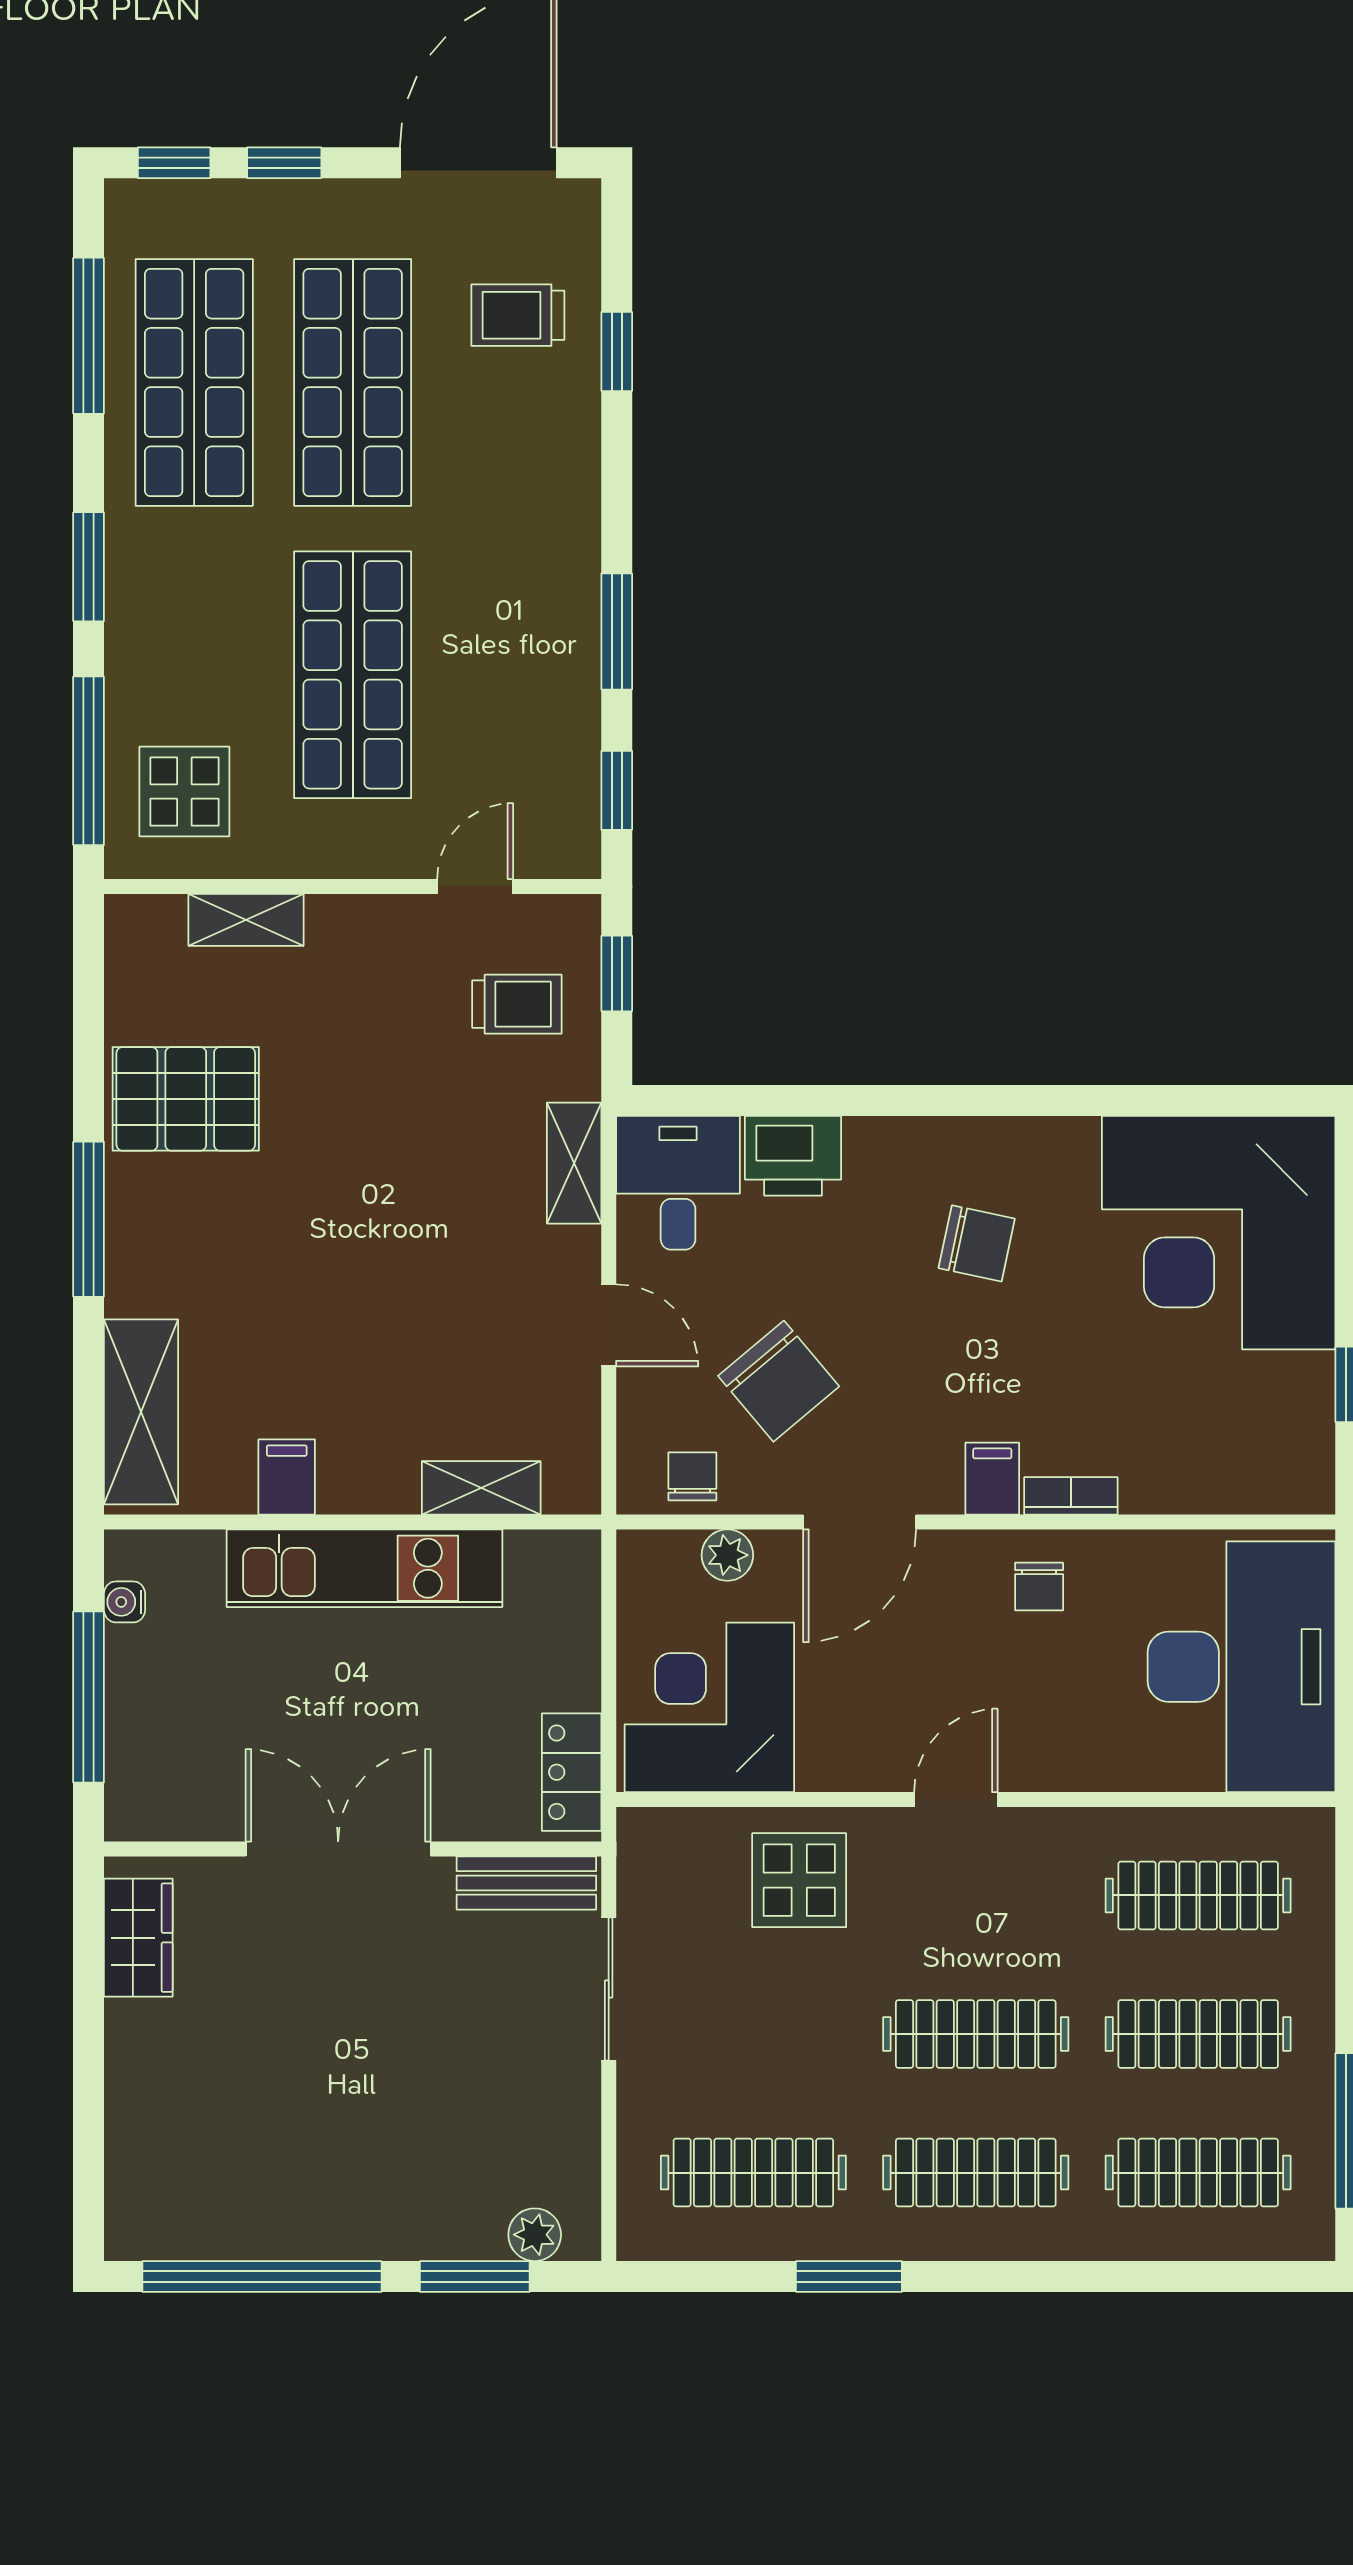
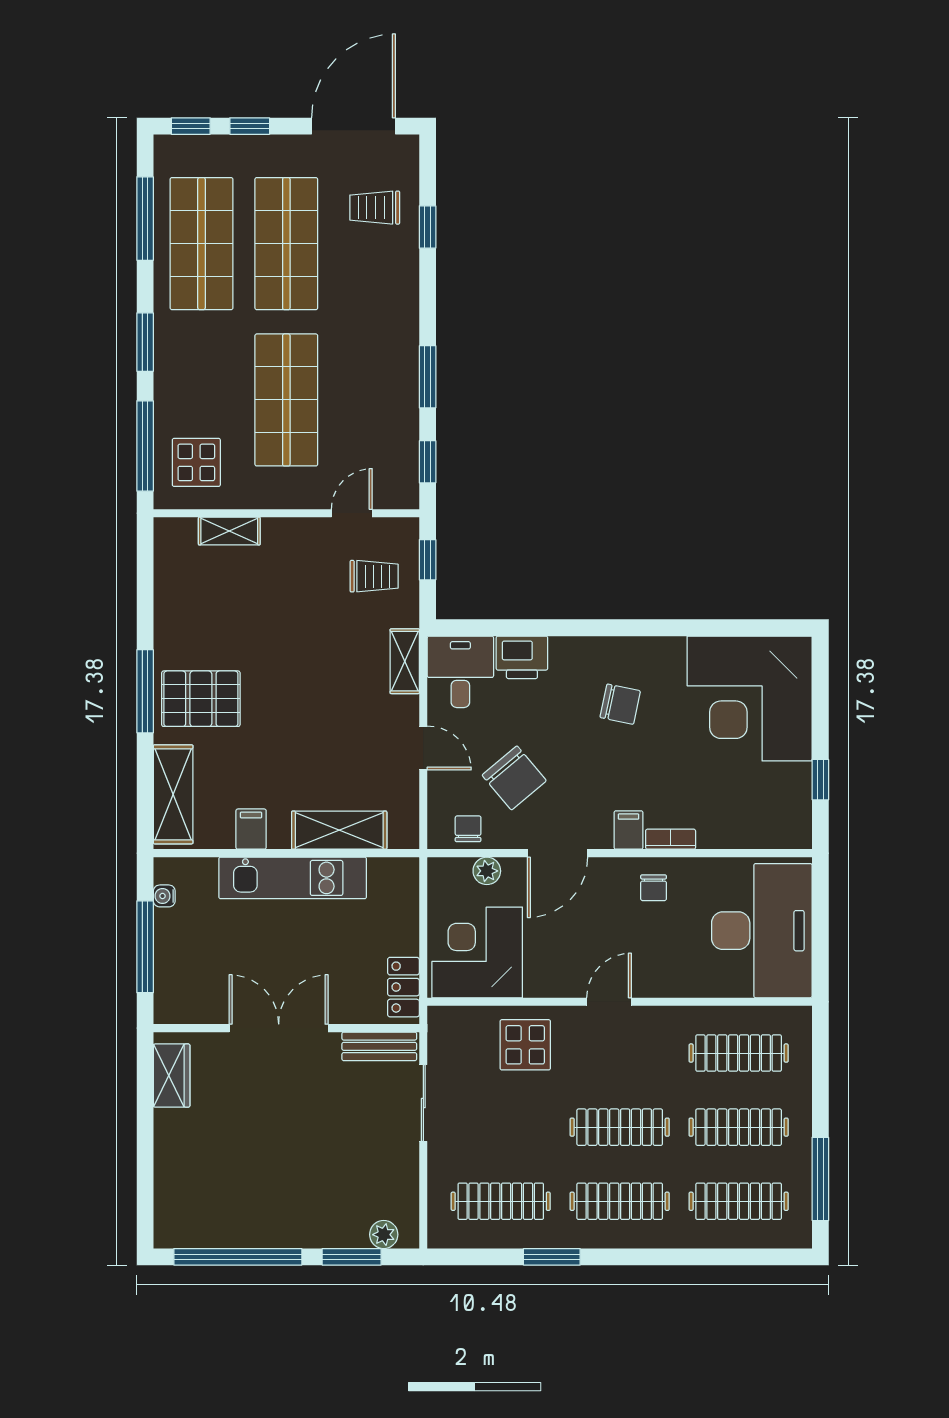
pallet: (186, 1099) -> (201, 699), moved
shelving: (481, 1488) -> (339, 830), width x1.50, depth x1.33

